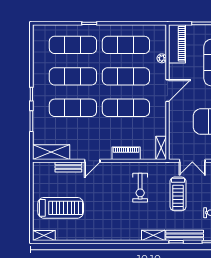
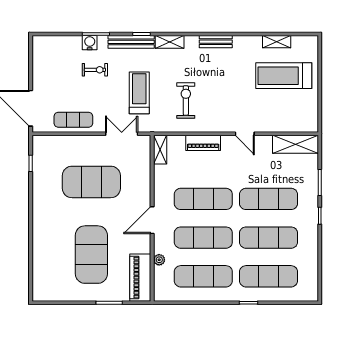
door: (92, 161) -> (245, 134), swing flipped
bench: (68, 167) -> (216, 42), moved
shelving: (44, 235) -> (277, 42), moved

